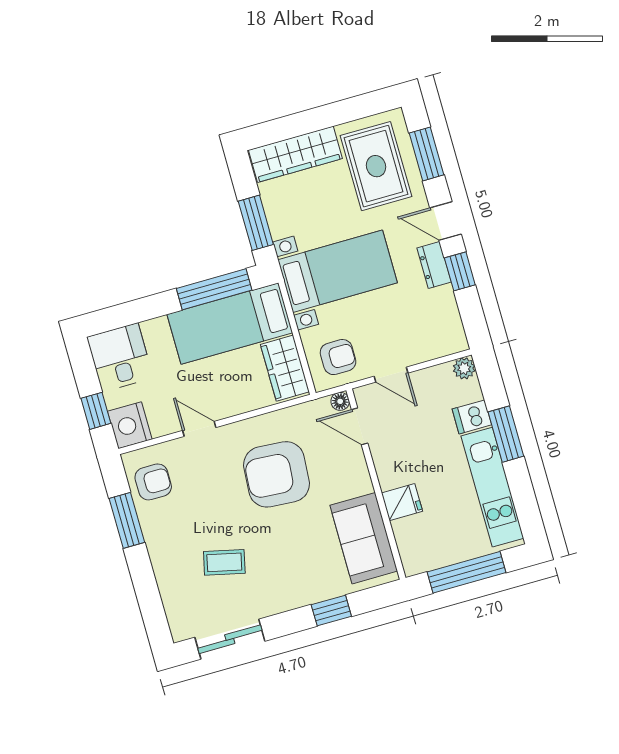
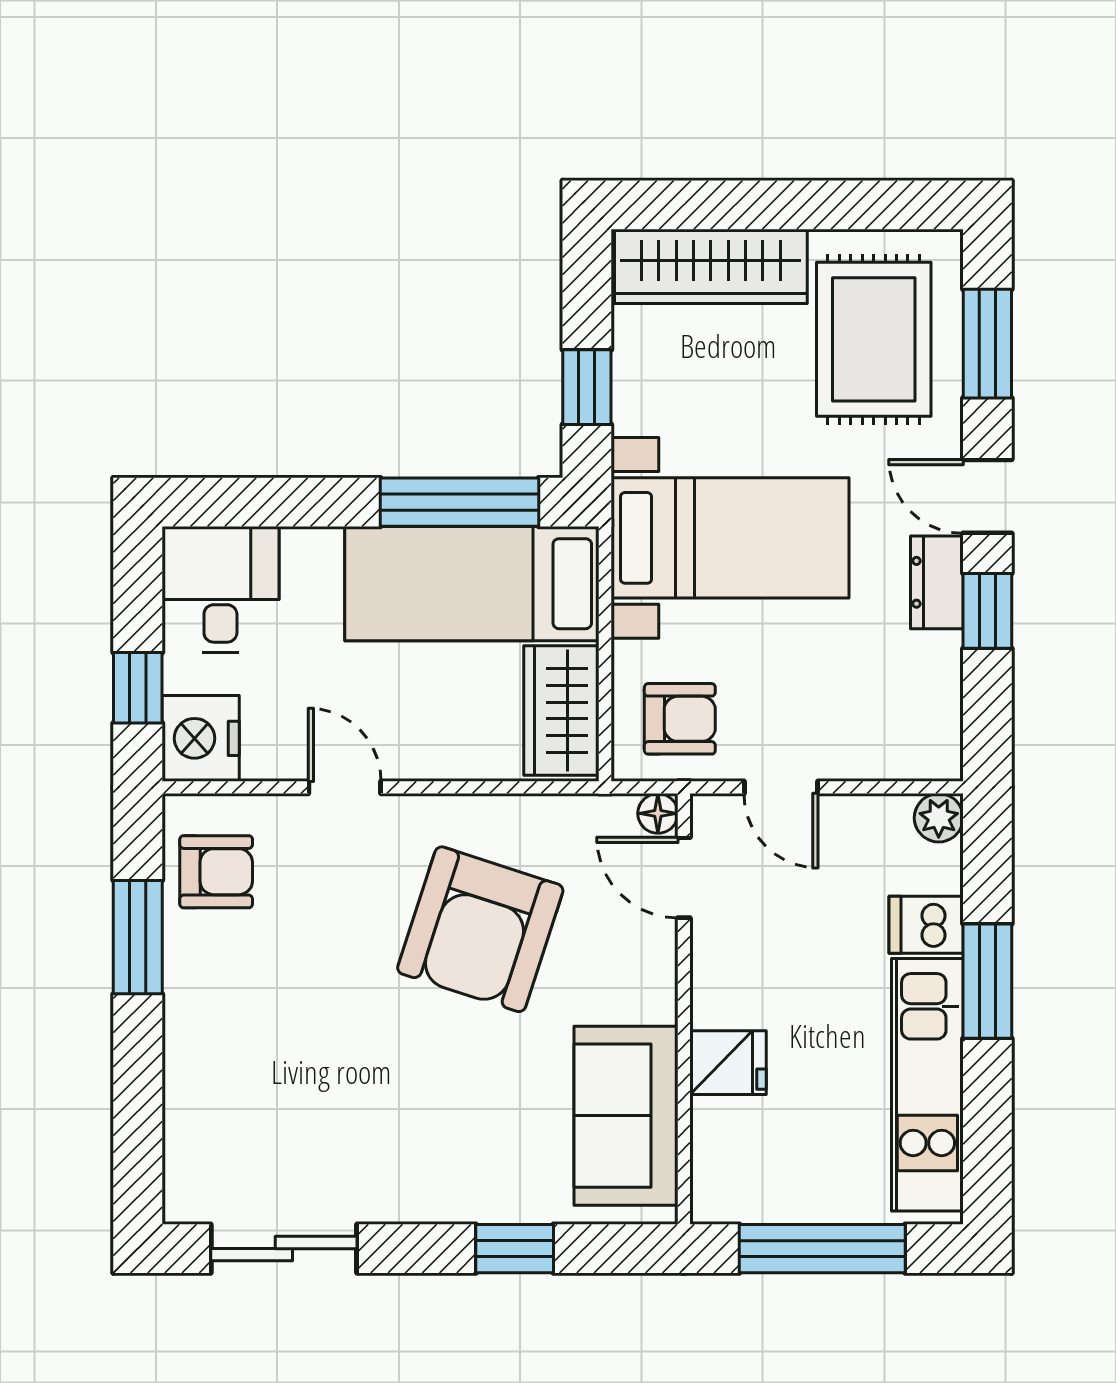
window: (256, 223) -> (587, 387), width x0.67
armchair: (276, 474) -> (480, 929), turned -76
coffee table: (224, 562) -> (318, 1083), removed

